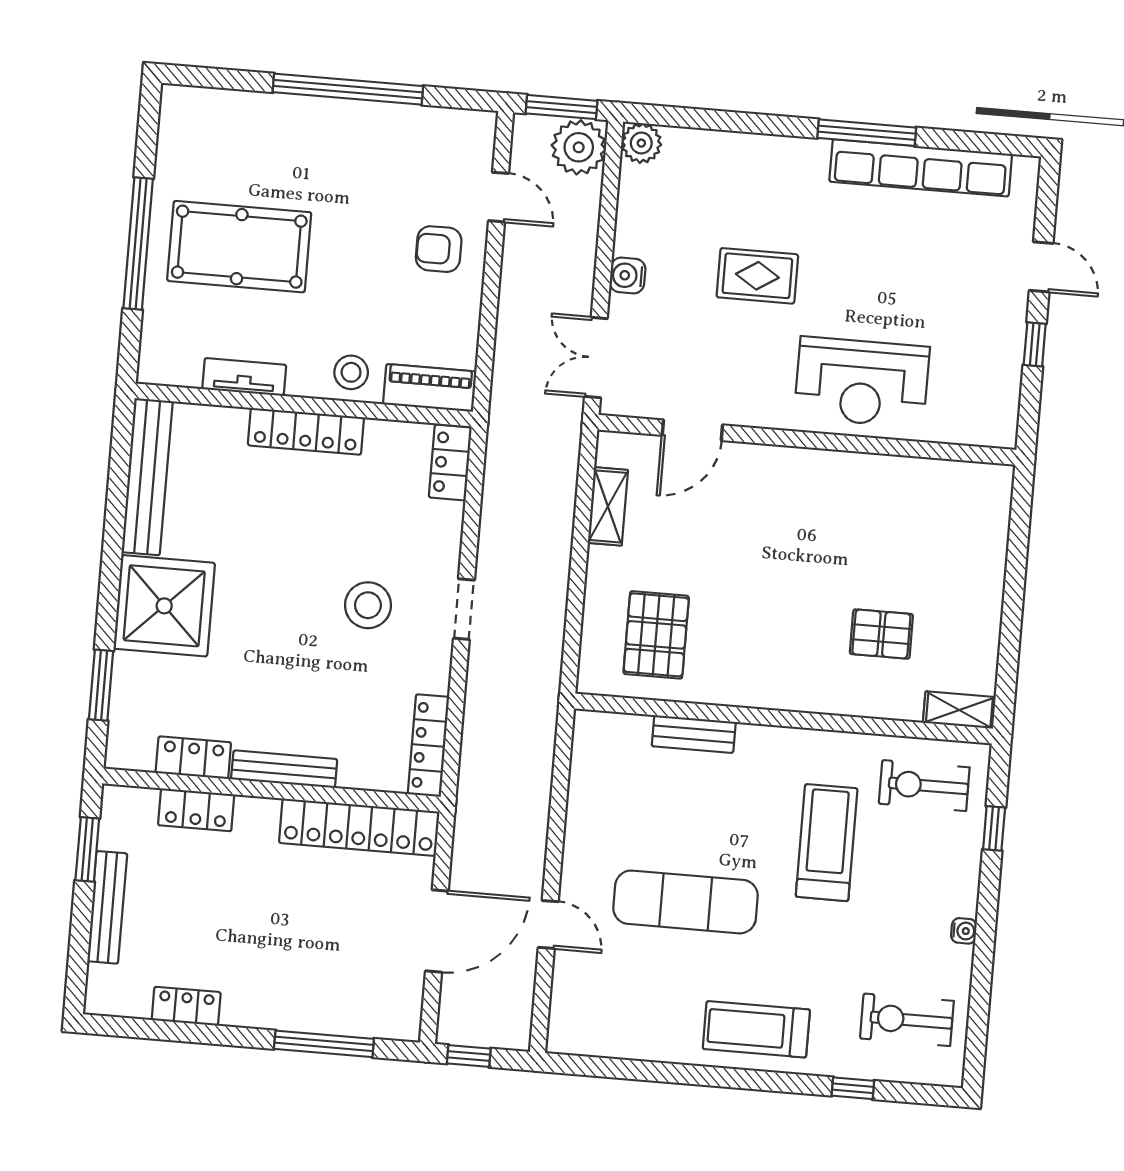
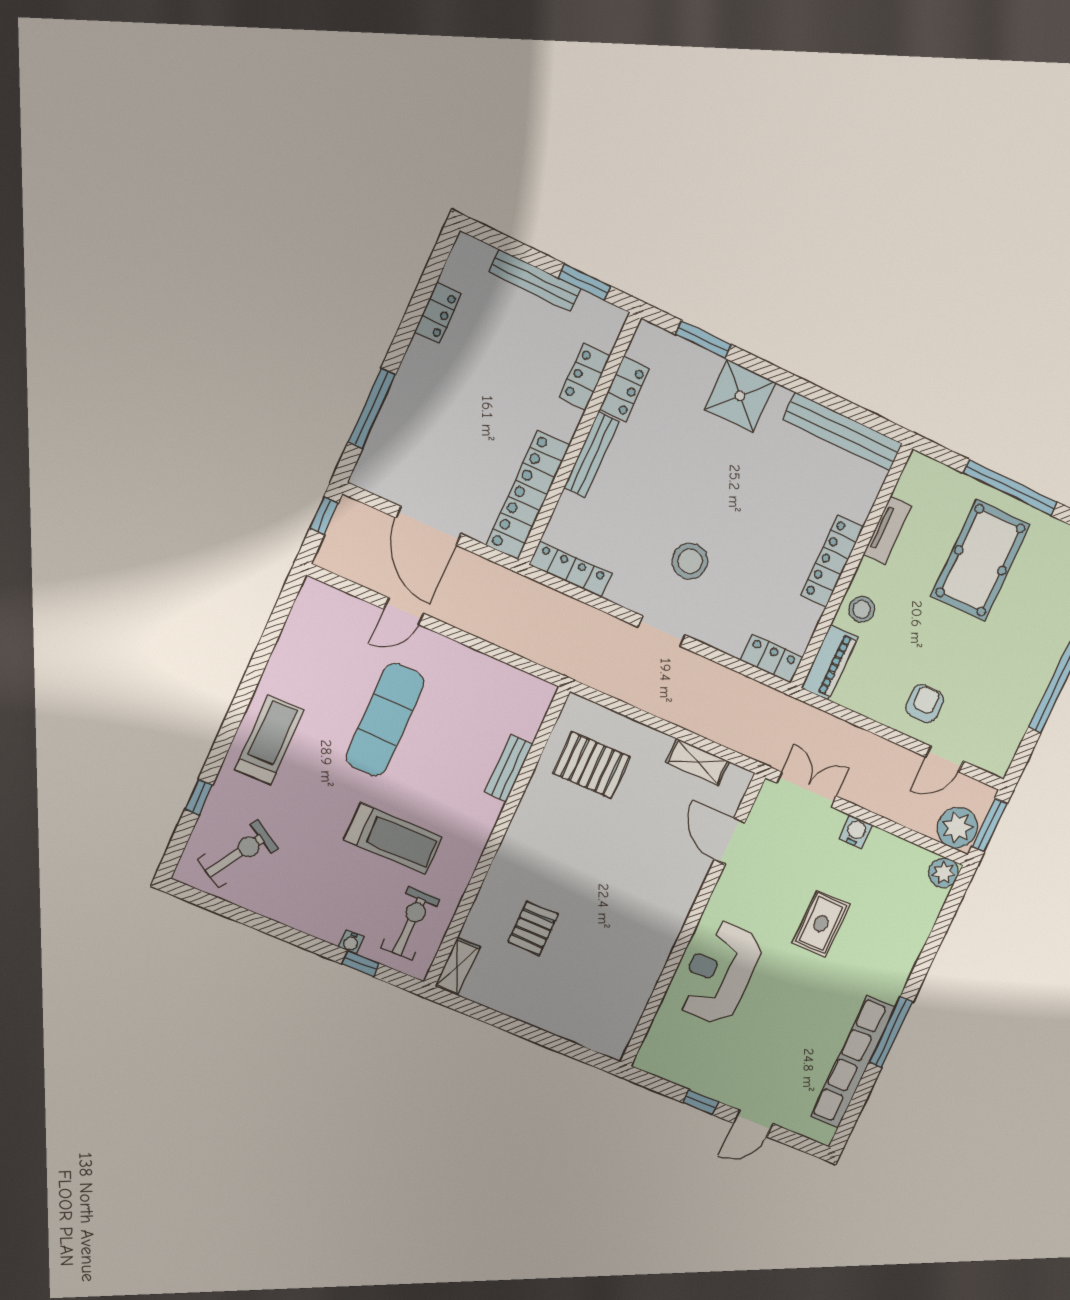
shower: (164, 606) -> (740, 396), width x0.73, depth x0.73
water cooler: (964, 931) -> (351, 942), moved
exercise bike: (907, 1020) -> (238, 854), turned 32

